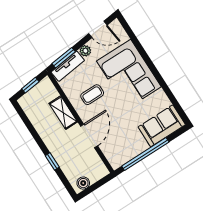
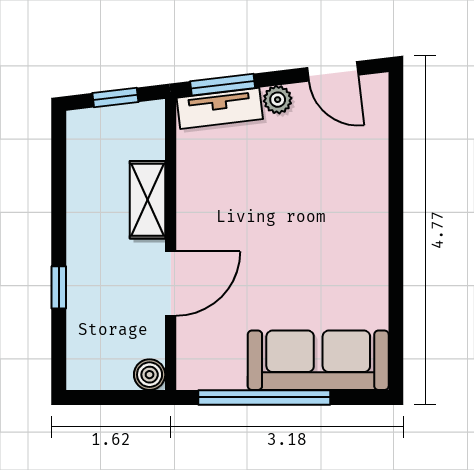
corner sofa: (129, 74) -> (338, 207), removed
coffee table: (92, 95) -> (233, 201), removed
sofa: (162, 126) -> (318, 360), width x1.36
boiler: (83, 183) -> (150, 375), moved

